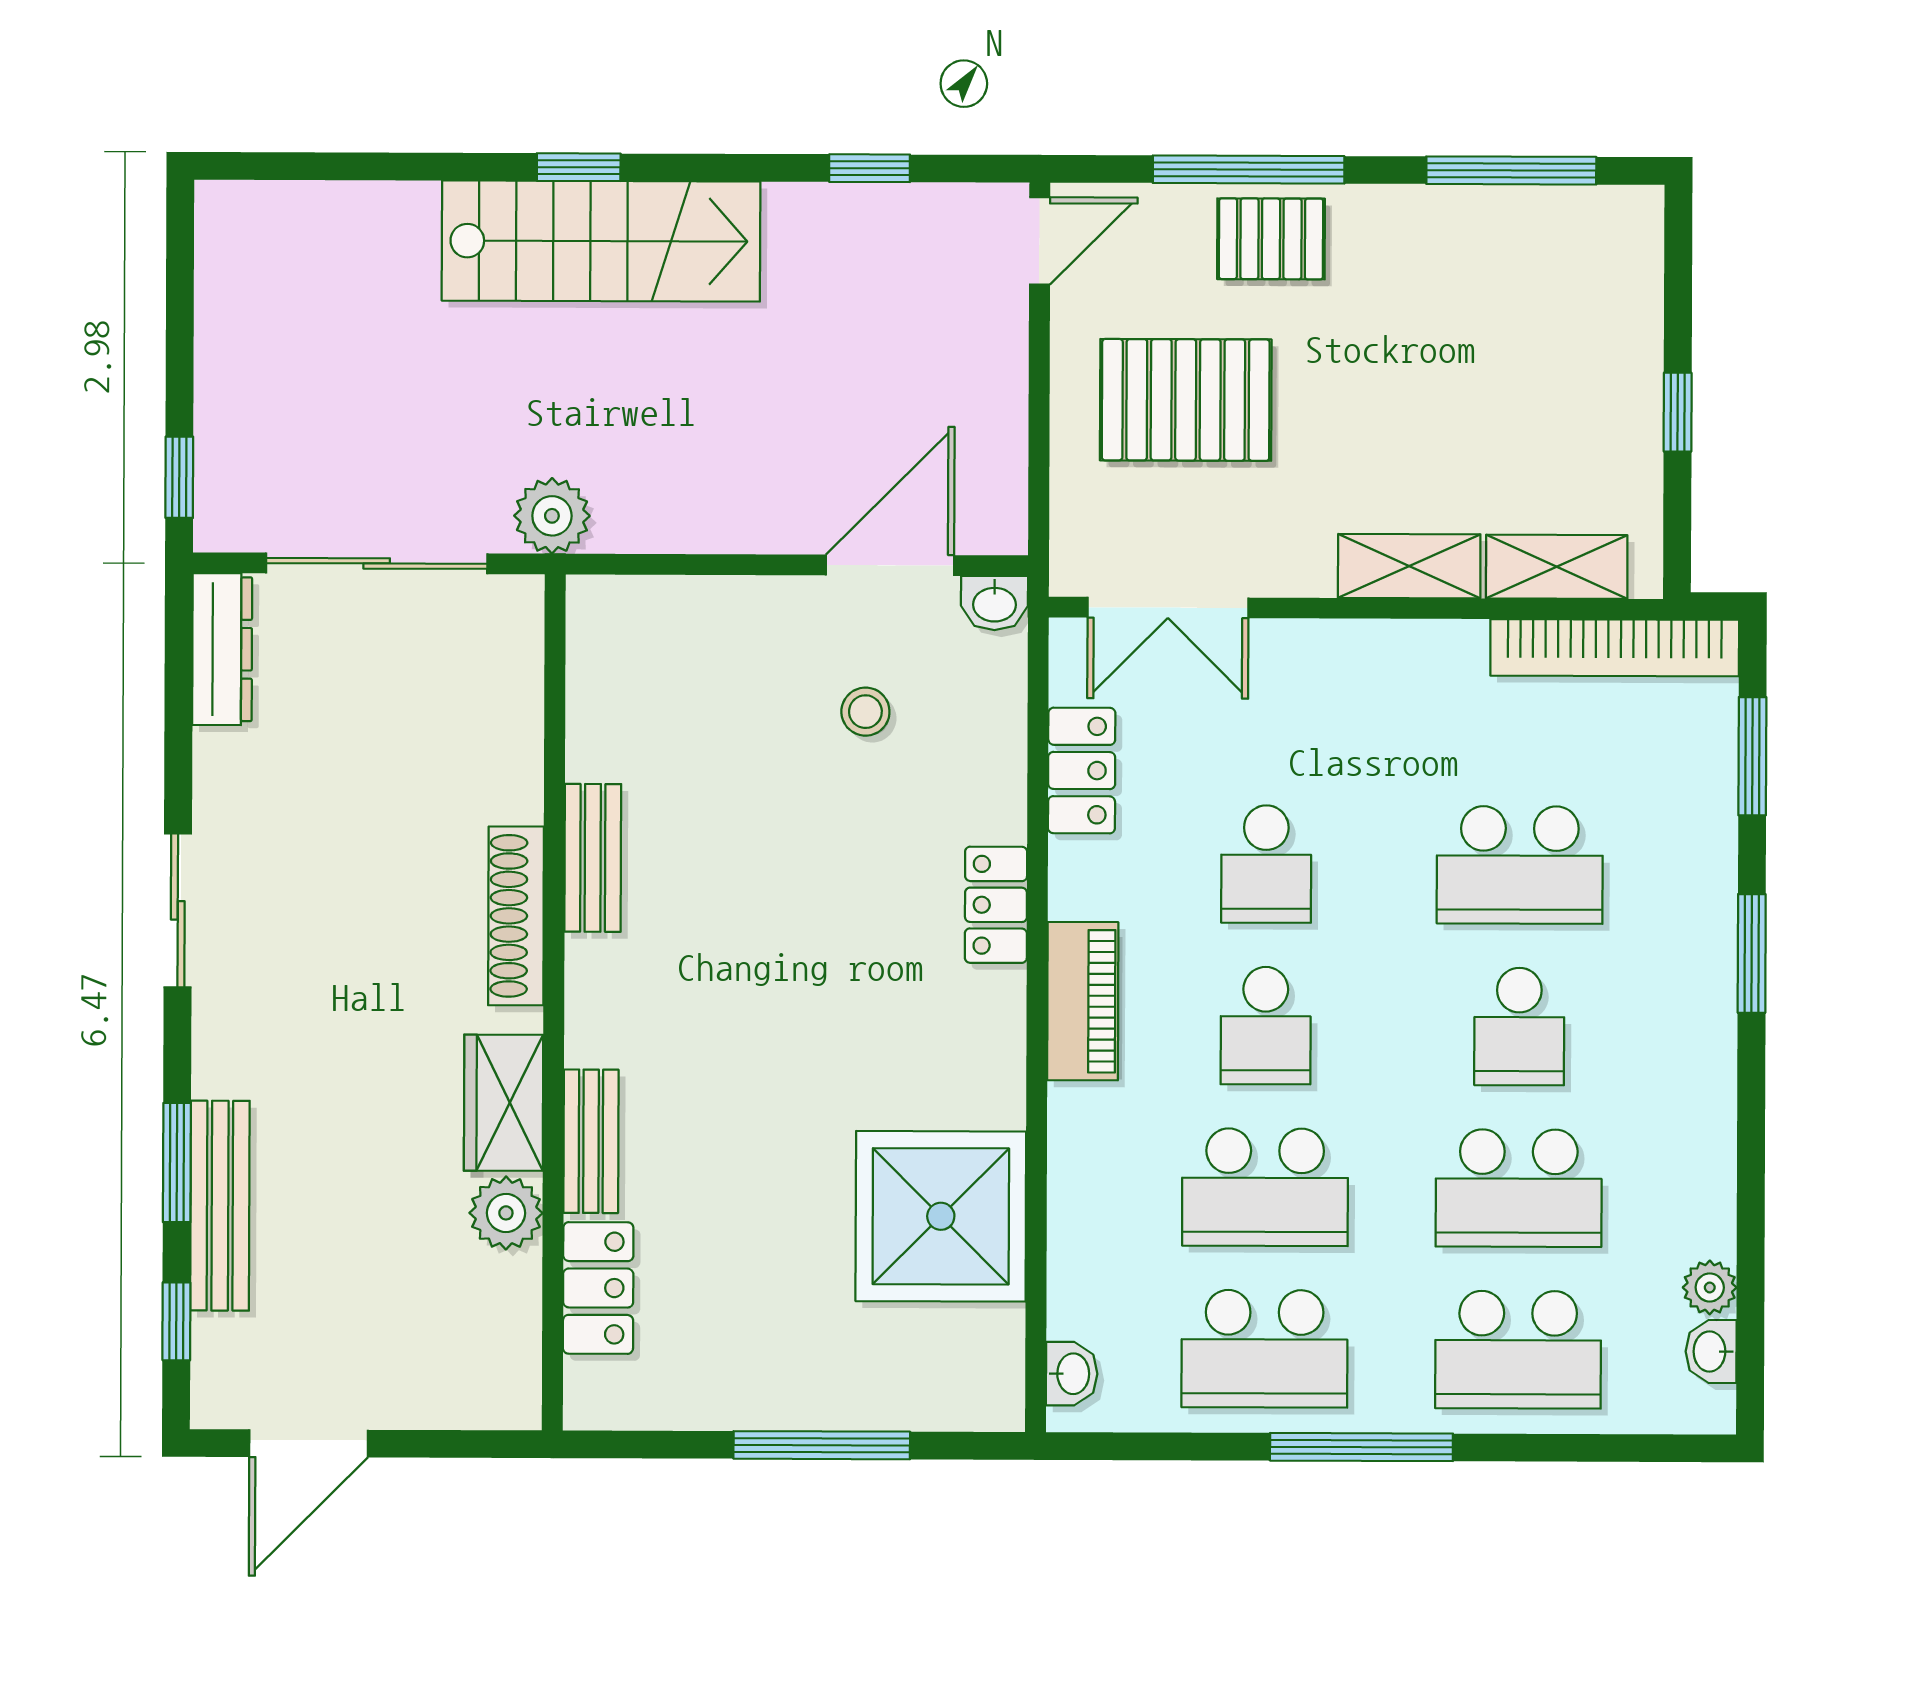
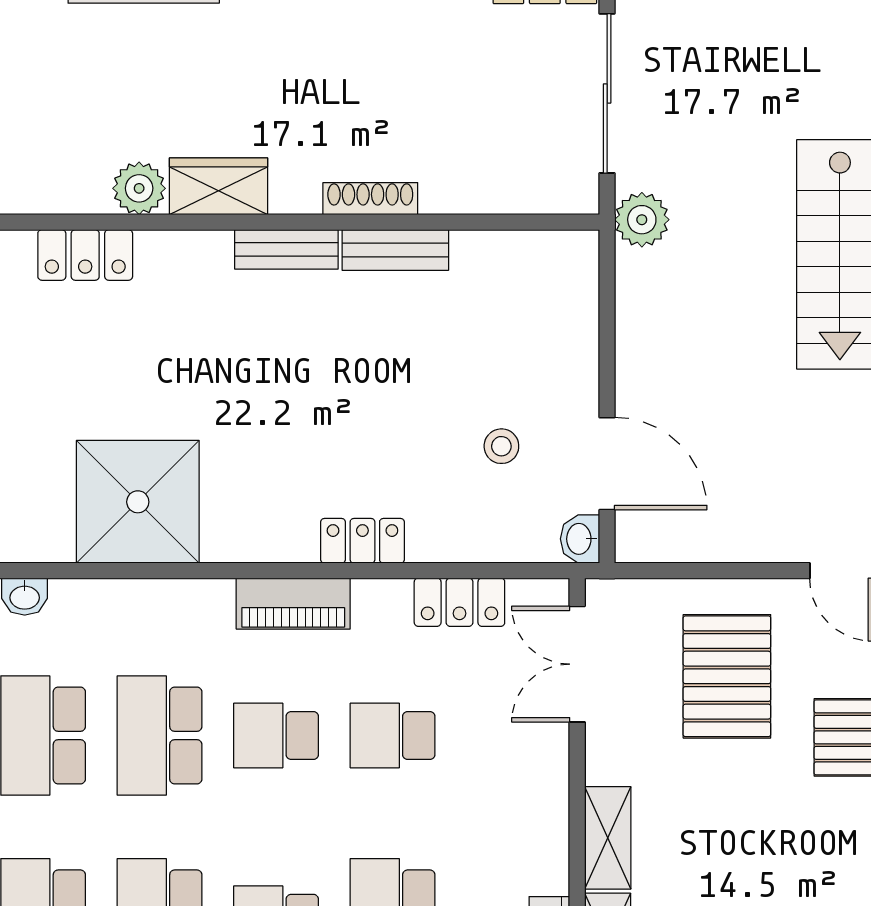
shoe rack: (516, 916) -> (370, 199), width x0.74, depth x0.81
bench: (591, 1141) -> (286, 249), moved

